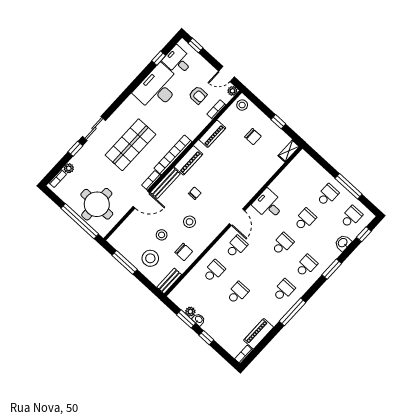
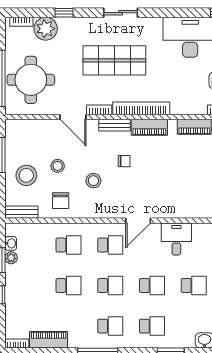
sliding door: (94, 128) -> (121, 13), moved
plant: (69, 168) -> (46, 29), width x1.88, depth x1.88
bench: (165, 183) -> (114, 125), width x0.73
school desk: (260, 268) -> (110, 286), added
washbasin: (199, 320) -> (11, 243), moved

